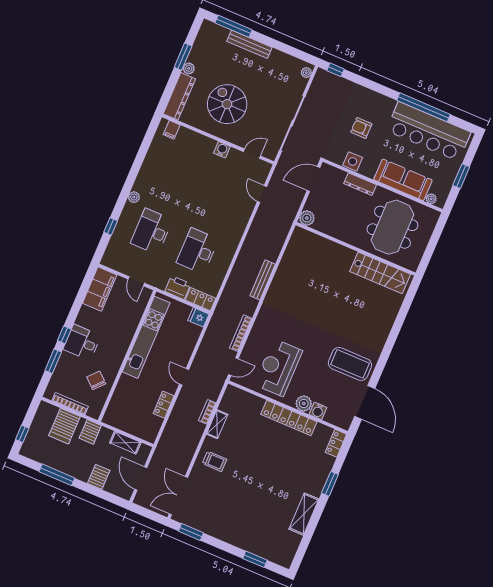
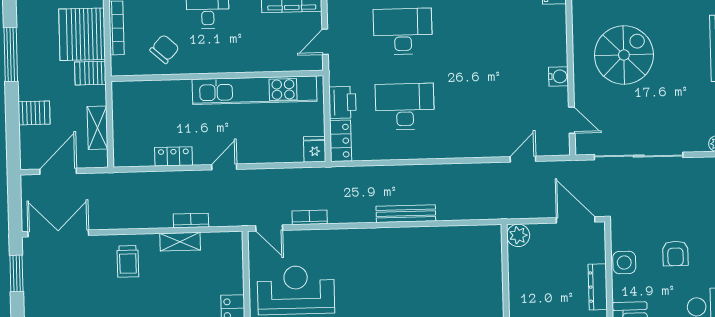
armchair: (361, 128) -> (675, 253), turned 180
bookcase: (241, 333) -> (310, 217), width x0.64
server rack: (64, 426) -> (82, 34), width x1.60

